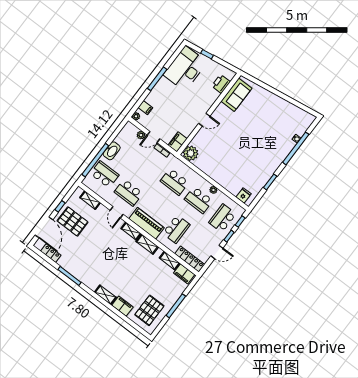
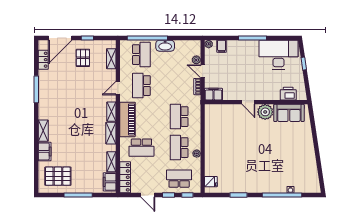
plant: (191, 153) -> (265, 112), moved
pallet: (73, 221) -> (83, 58), width x0.67, depth x0.71

